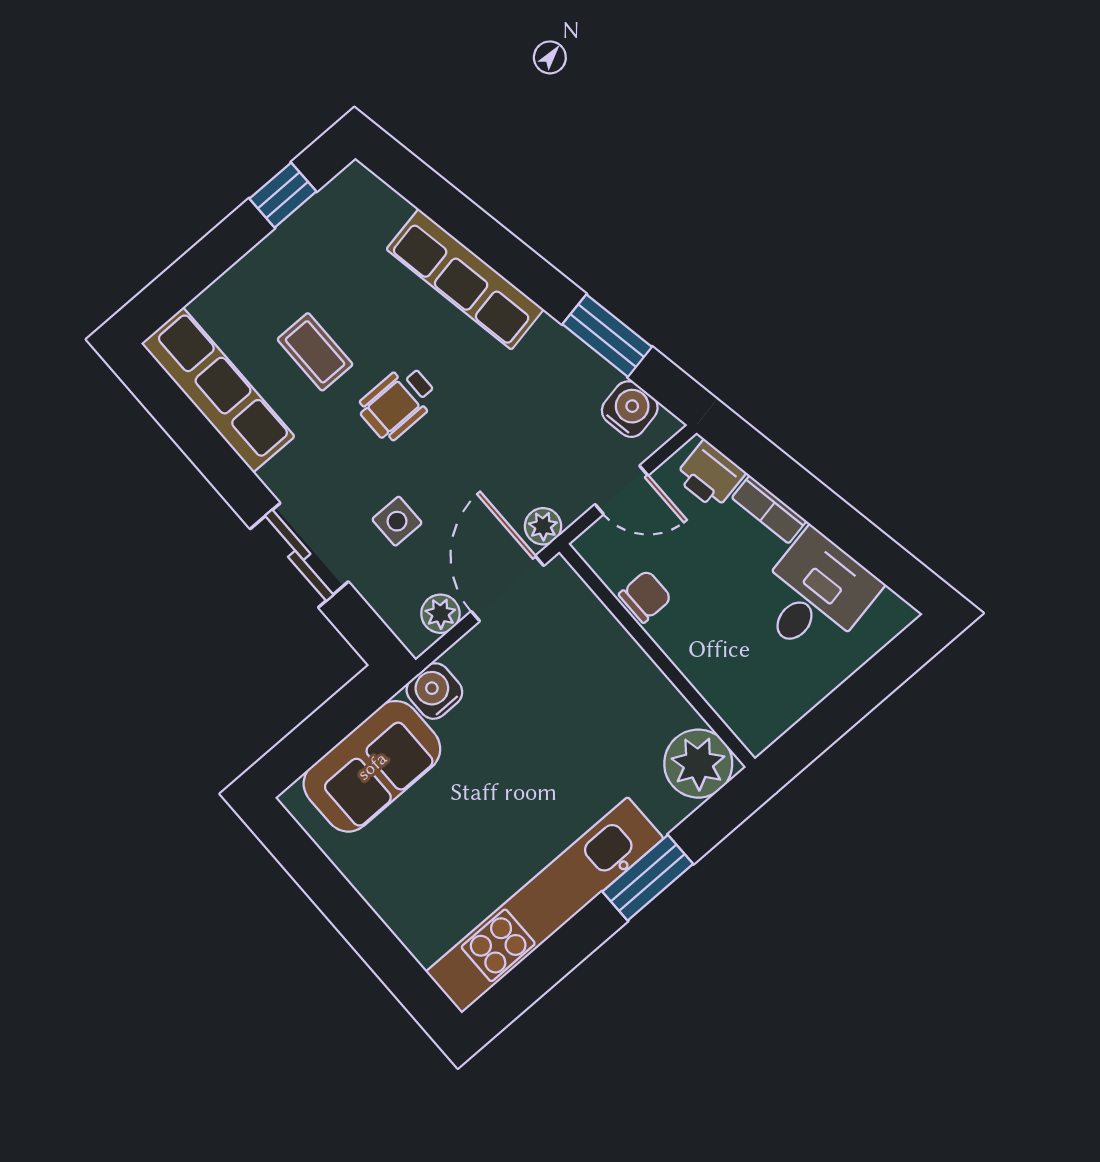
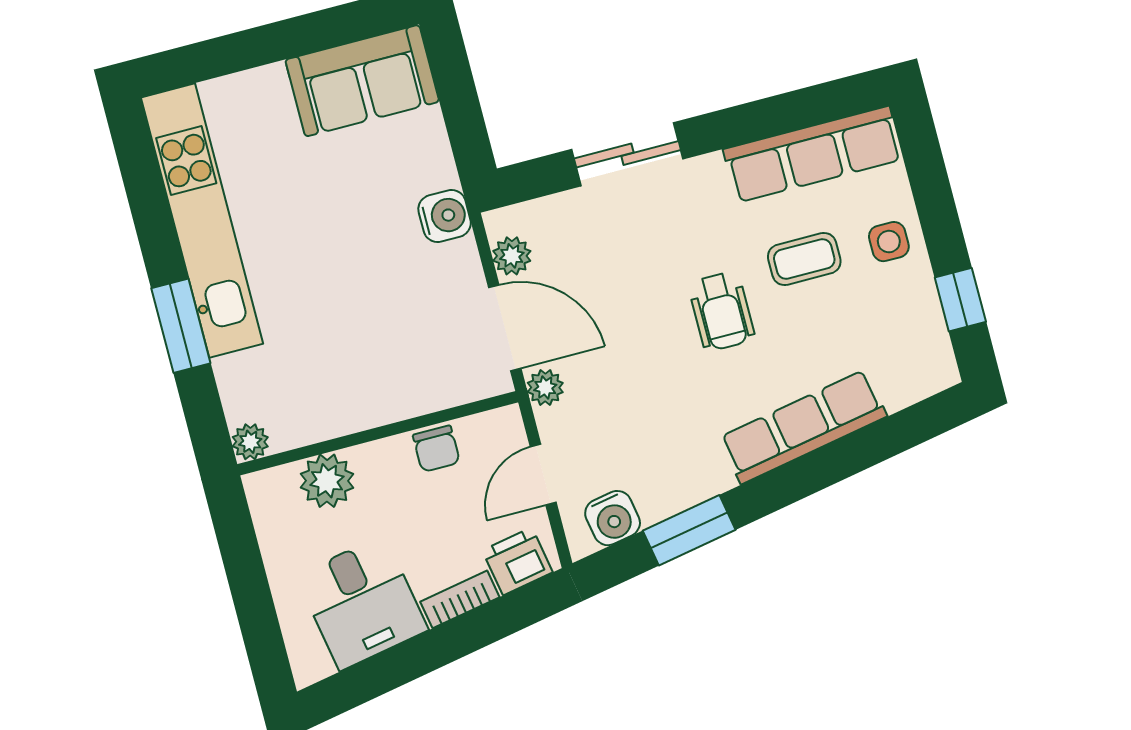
wheelchair: (398, 403) -> (722, 311), turned 180
side table: (397, 521) -> (889, 242), moved
plant: (722, 680) -> (327, 481), added
plant: (698, 764) -> (250, 442), width x0.53, depth x0.53
sofa: (372, 766) -> (362, 81), moved, turned -90

